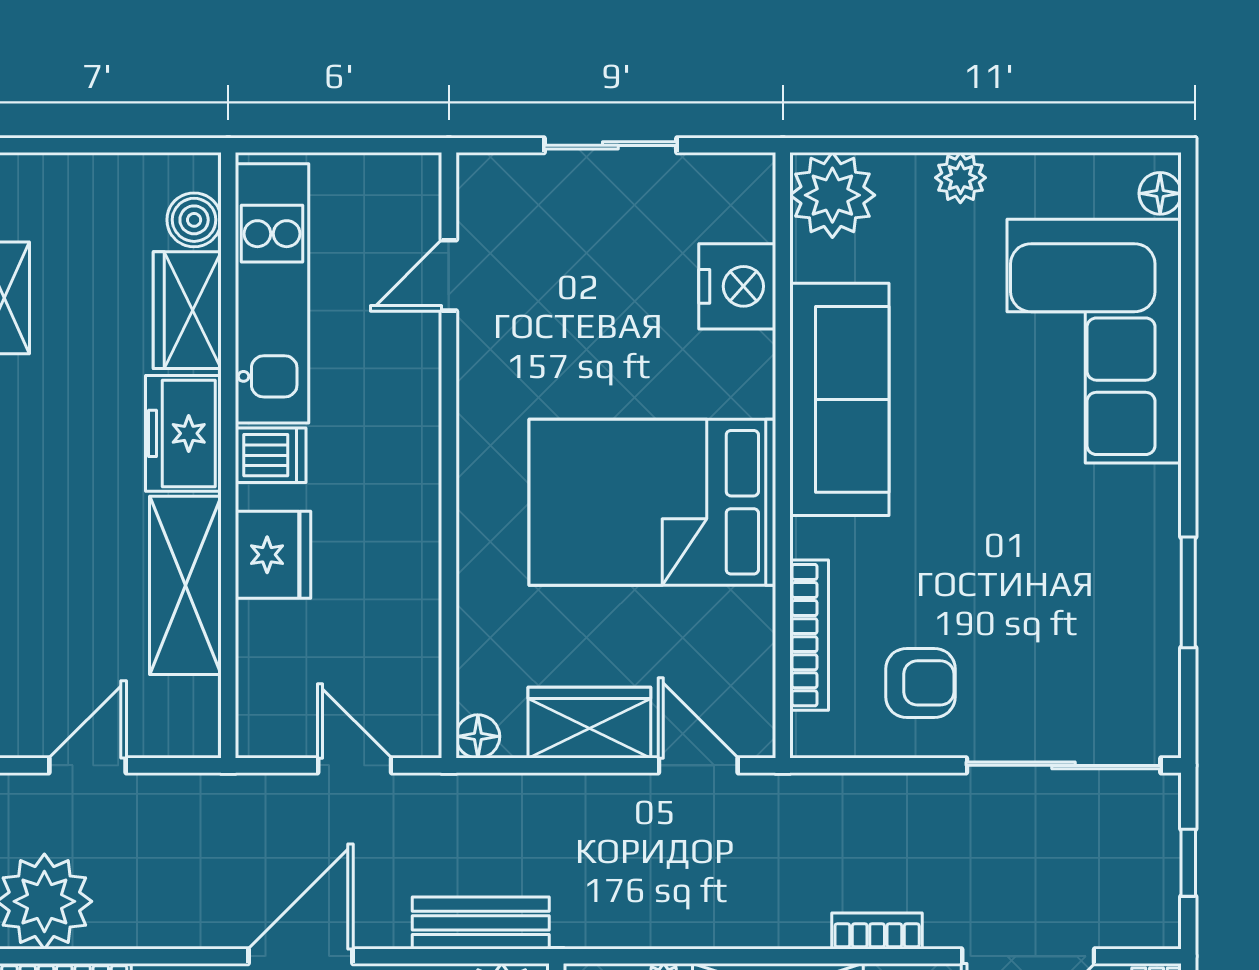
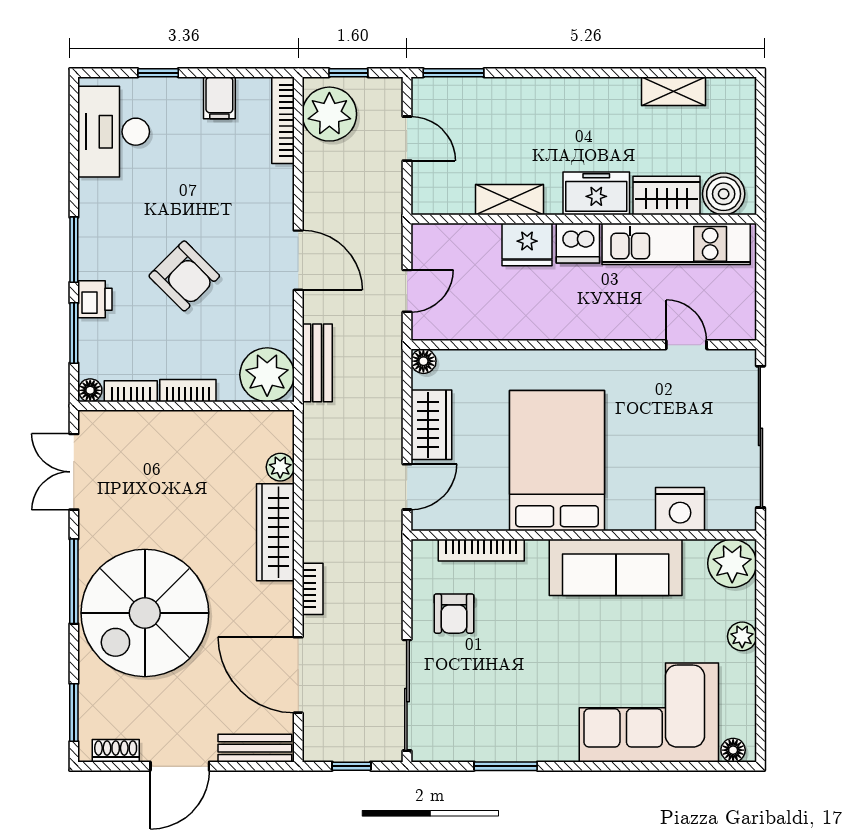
sliding door: (610, 145) -> (760, 437), width x1.86
boiler: (194, 220) -> (724, 194), width x1.36, depth x1.36
dishwasher: (271, 455) -> (578, 243), width x1.38
shelving: (185, 585) -> (510, 200), width x0.67, depth x0.75

